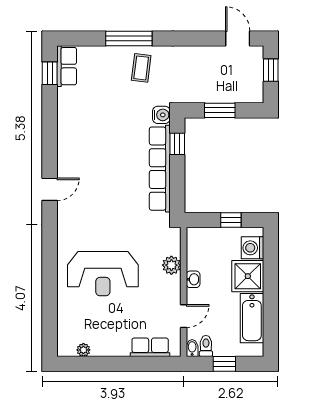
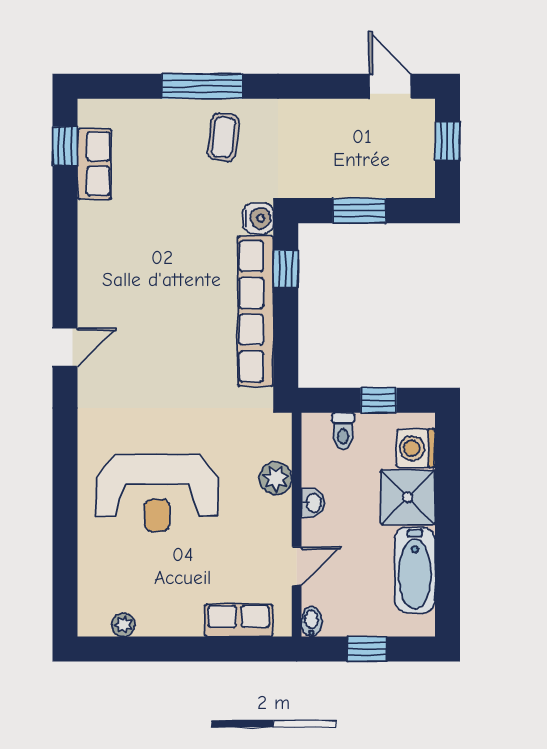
row of seats: (67, 66) -> (94, 164), moved
toilet: (206, 346) -> (343, 431), moved, turned 180

